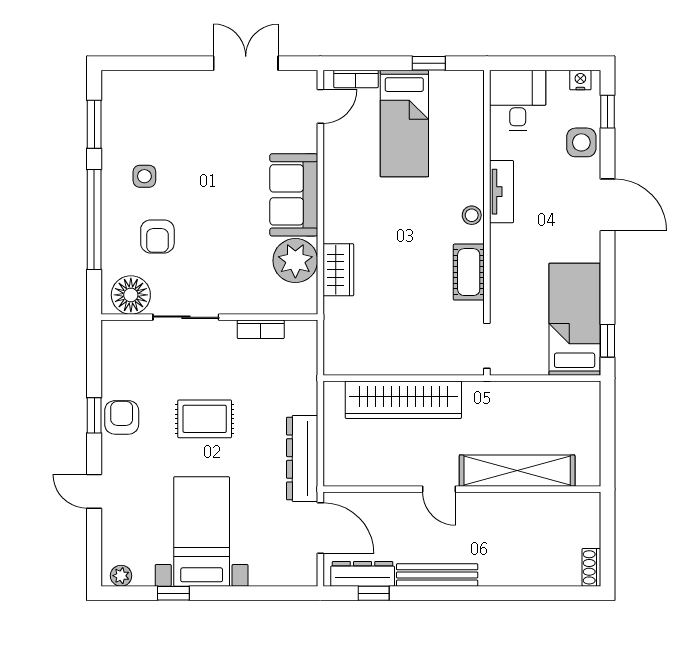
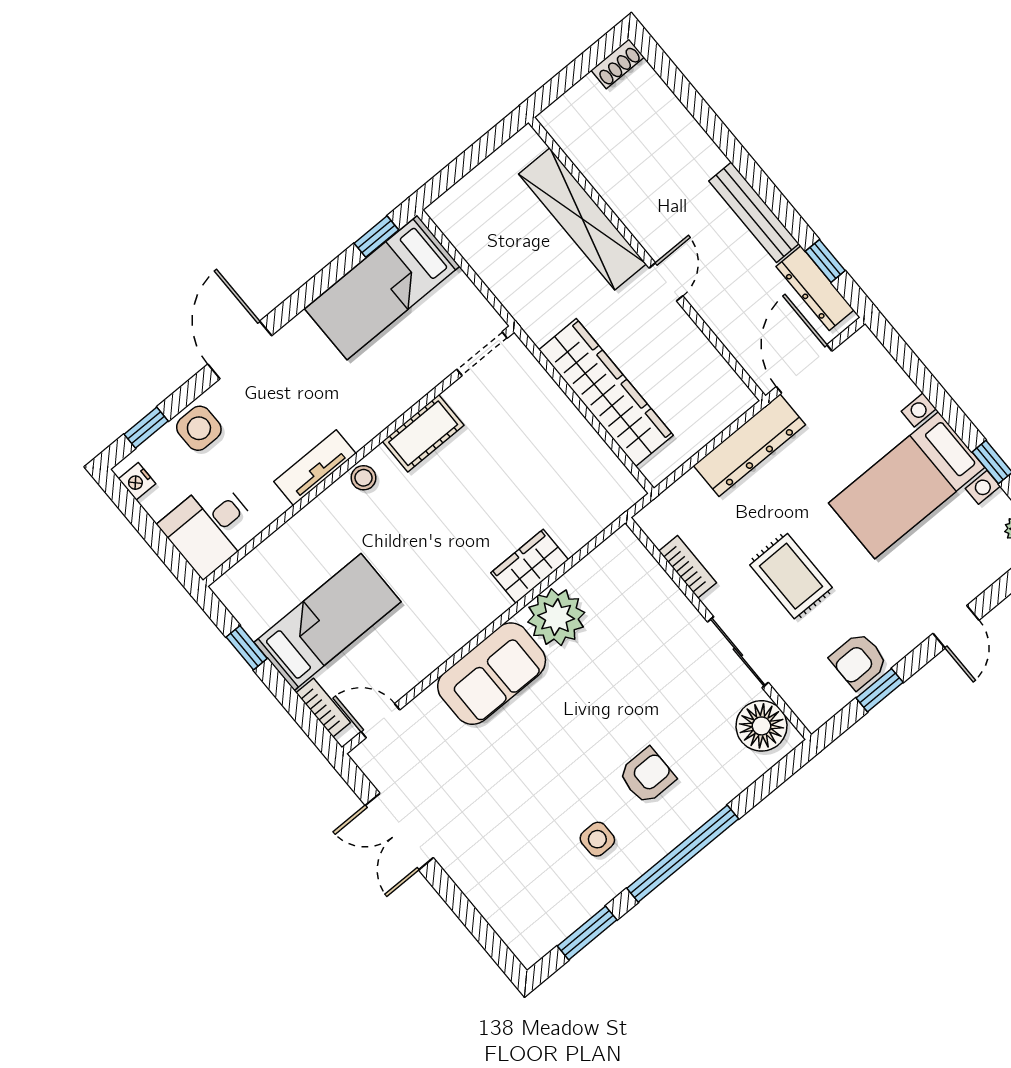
floor lamp: (131, 295) -> (761, 726), moved
sliding door: (186, 317) -> (738, 652), moved
wall: (209, 317) -> (718, 629), moved
bookcase: (261, 329) -> (688, 567), moved

